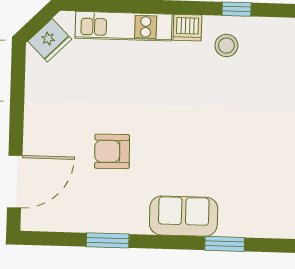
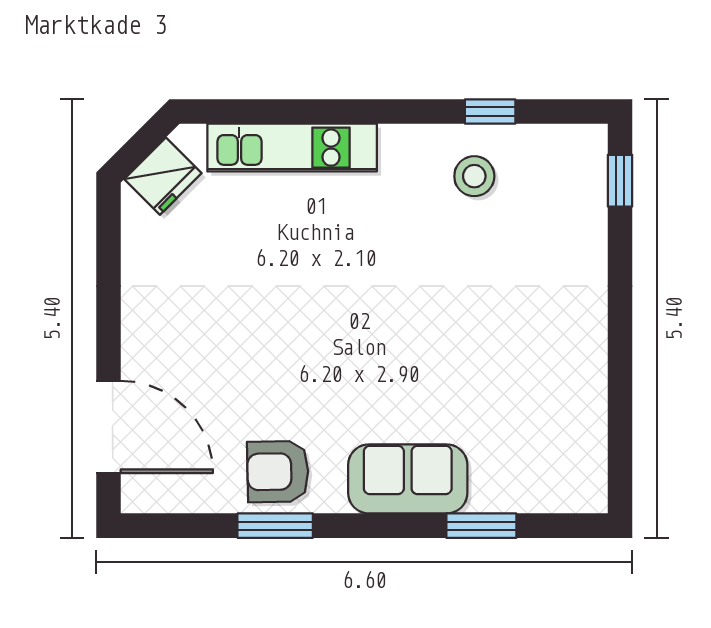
dishwasher: (187, 28) -> (405, 147), removed
armchair: (112, 151) -> (278, 472), moved
door: (15, 182) -> (109, 427), hinge flipped

